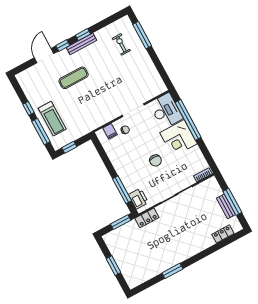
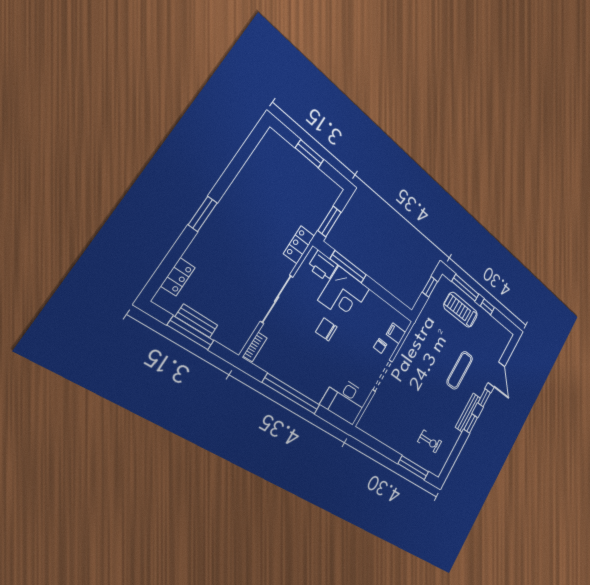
window: (188, 120) -> (291, 394), moved
corner desk: (178, 138) -> (344, 295), moved, turned 180
window: (172, 271) -> (203, 214), moved

